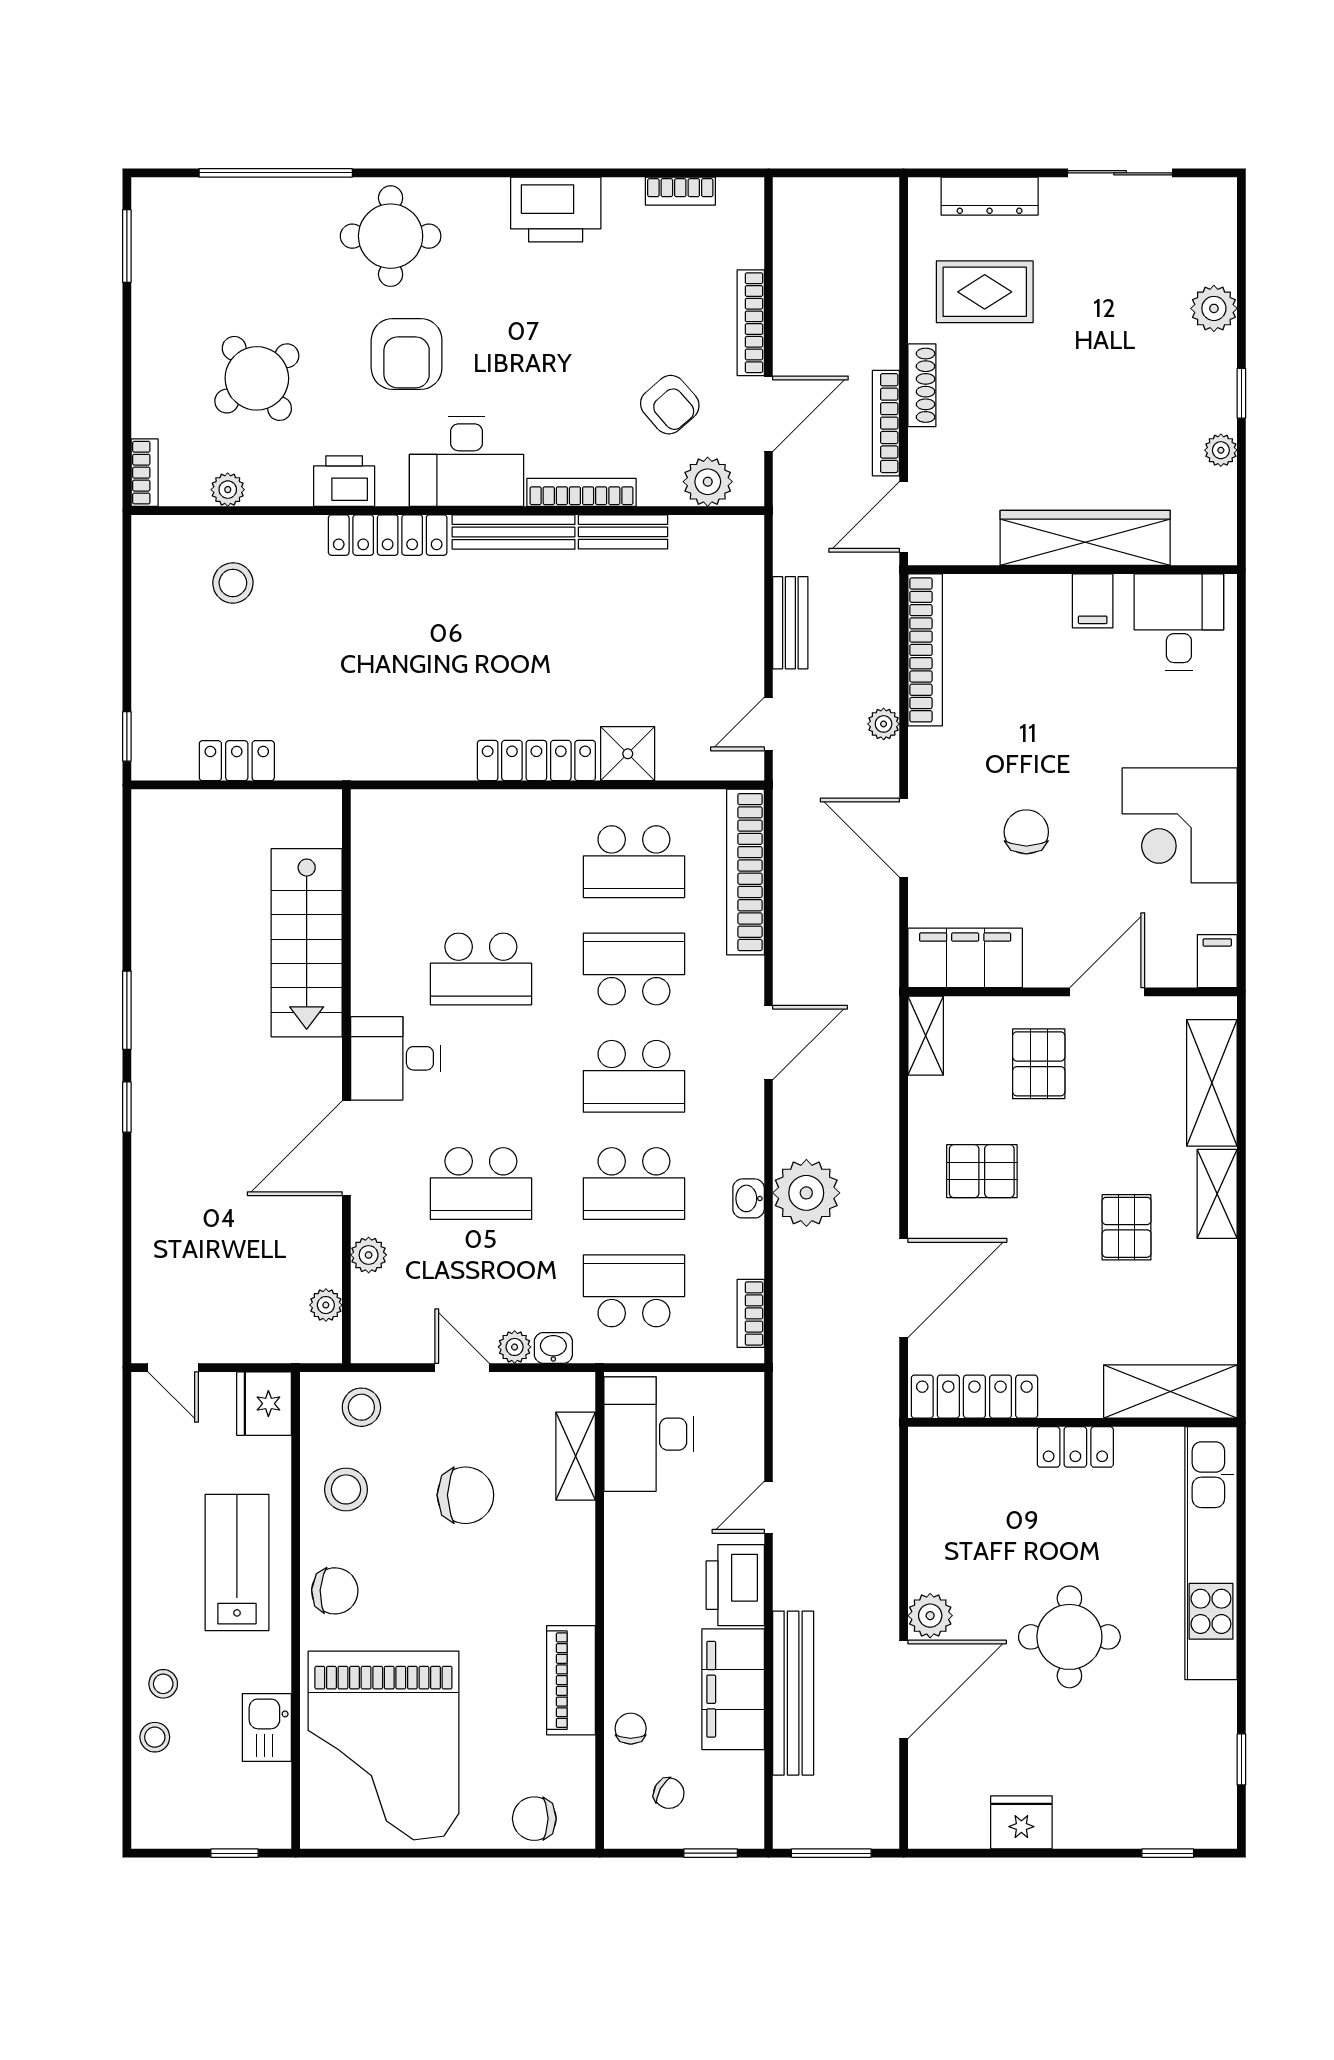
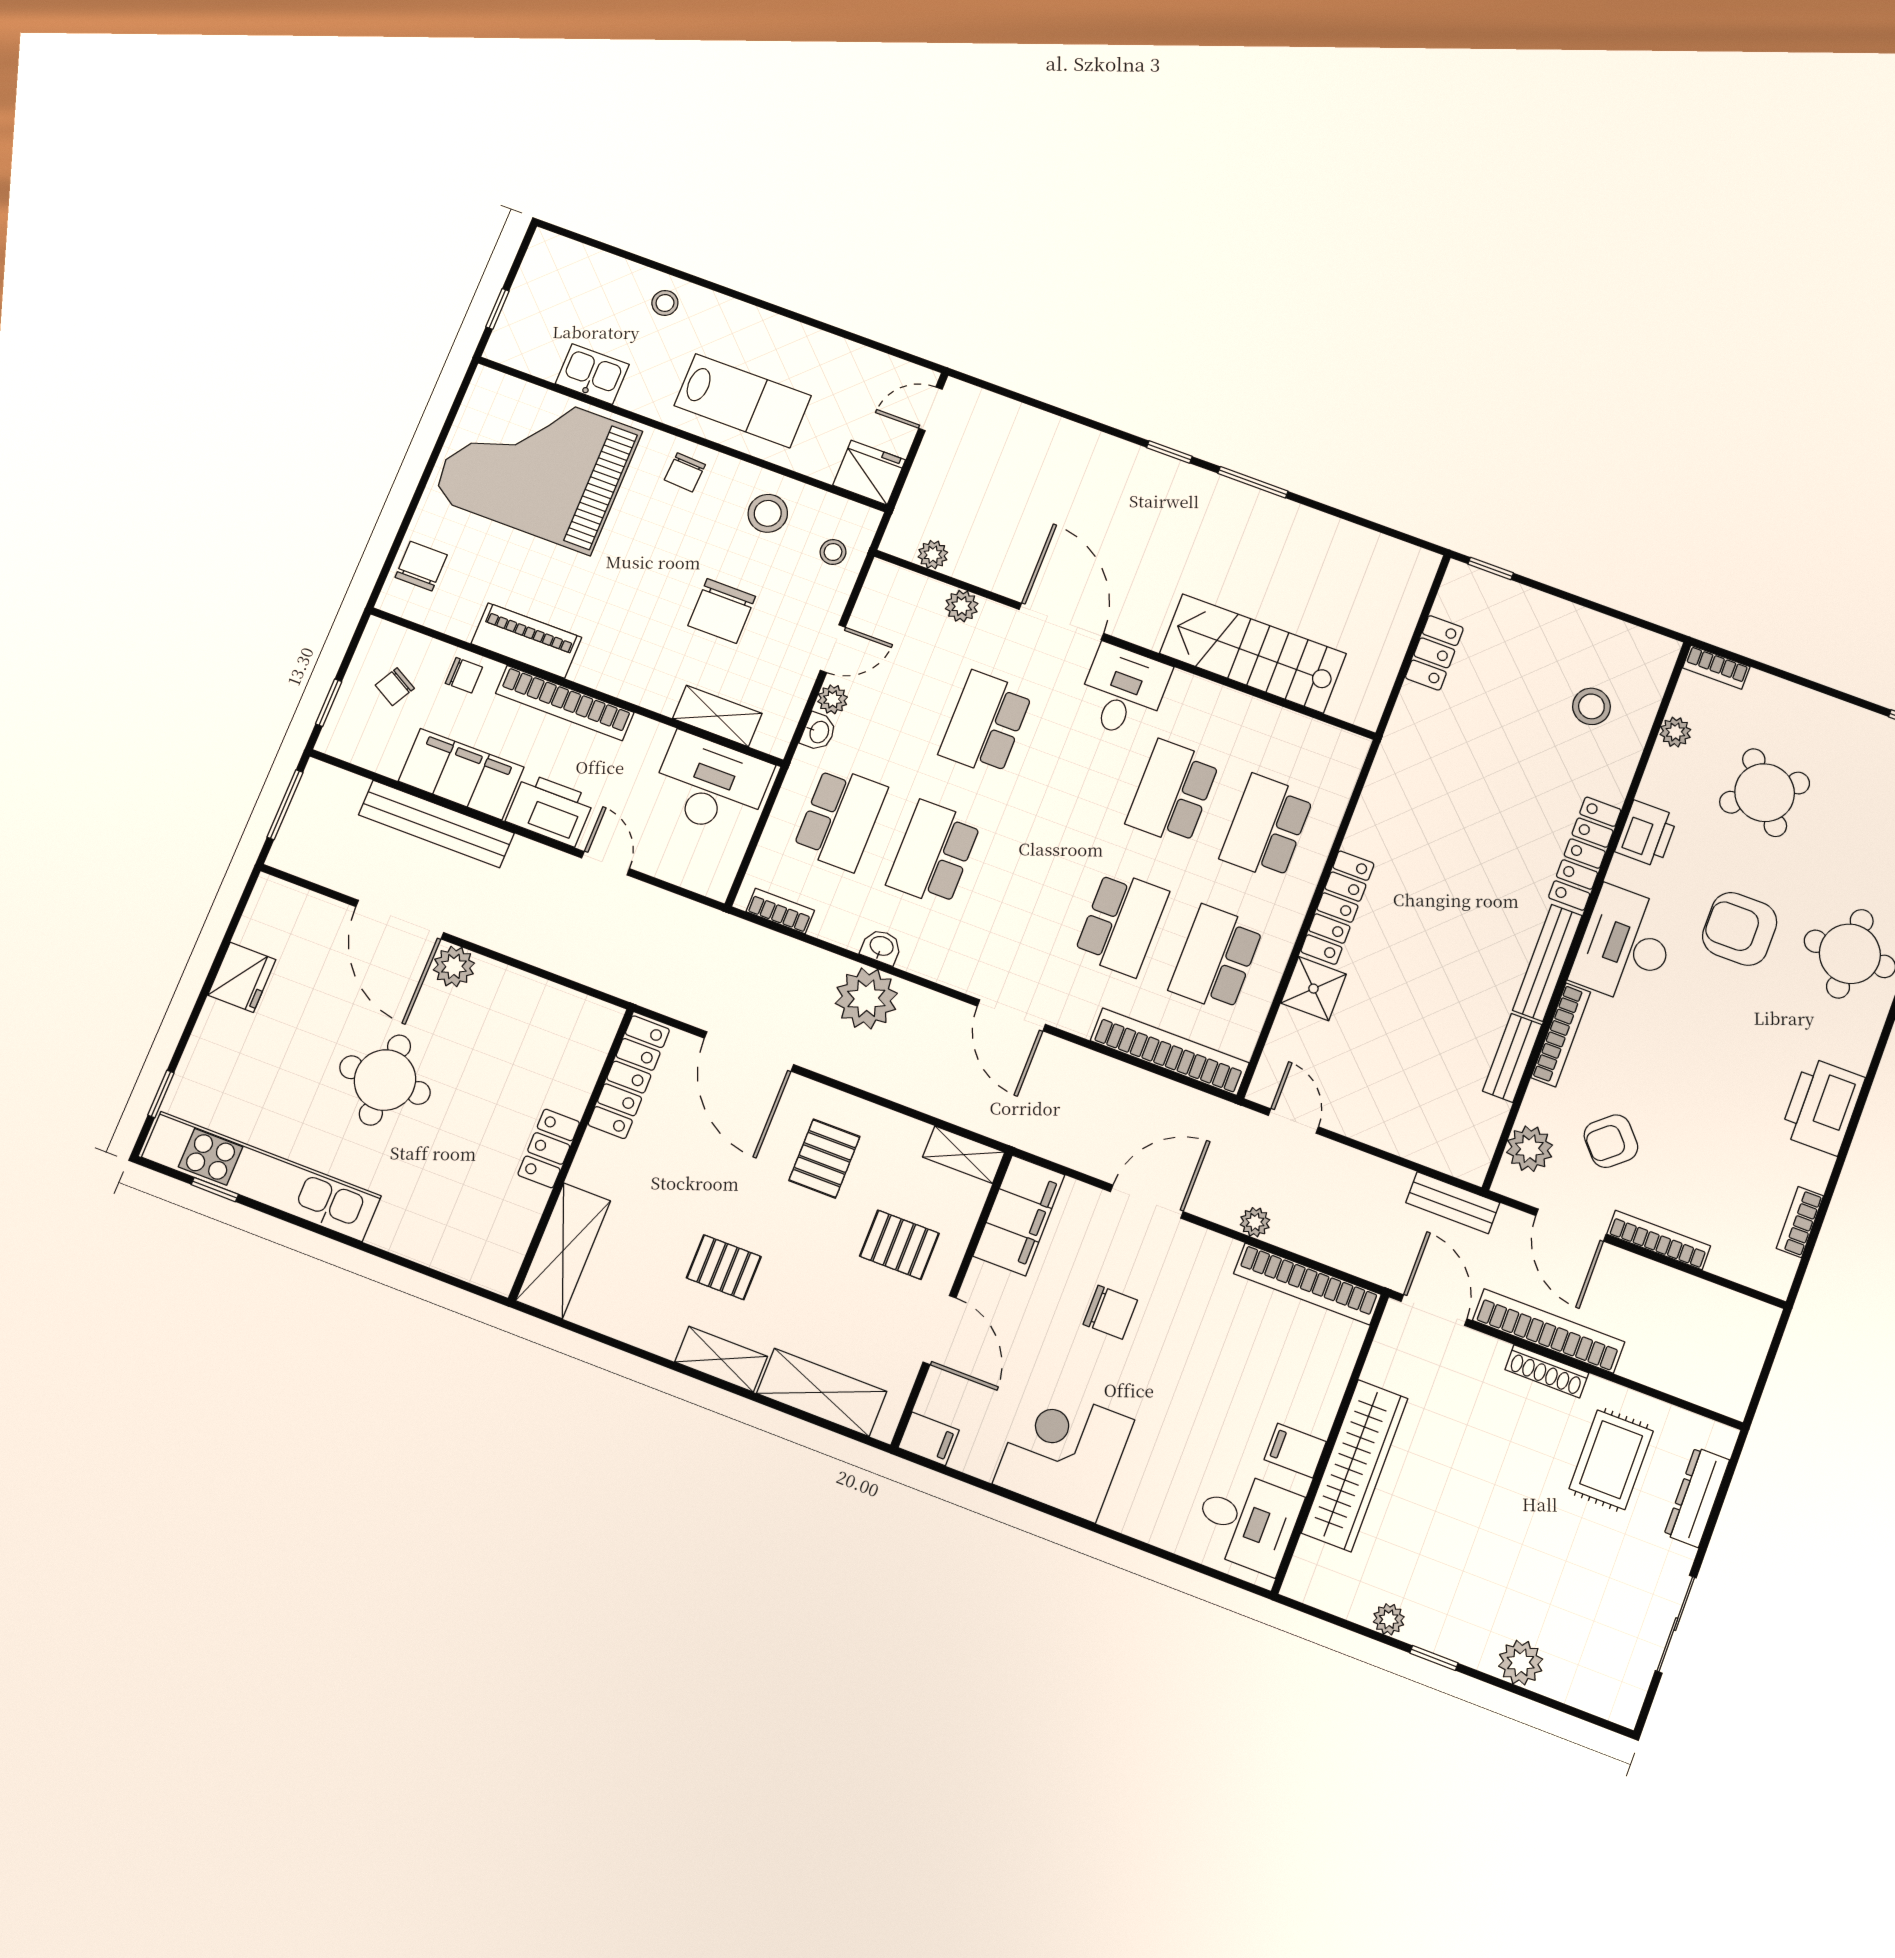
bookcase: (886, 423) -> (1549, 1331), width x1.48, depth x1.31
bench: (790, 623) -> (1453, 1203), moved
school desk: (634, 1076) -> (1267, 827), moved
stool: (361, 1407) -> (833, 552), width x0.73, depth x0.73
kitchen unit: (1211, 1553) -> (261, 1176), moved
chair: (335, 1591) -> (685, 472), width x0.73, depth x0.73
bookcase: (621, 1615) -> (565, 703), added
stool: (155, 1737) -> (623, 280), removed

